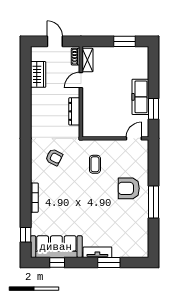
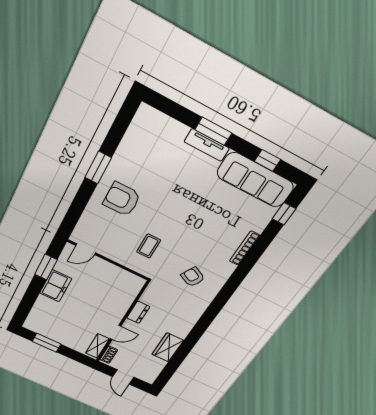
wardrobe: (38, 74) -> (168, 347), moved
freezer: (140, 97) -> (56, 286), width x0.71
dresser: (74, 111) -> (138, 312), width x0.70
armchair: (129, 188) -> (122, 199), turned 180
window: (153, 202) -> (98, 168), width x0.69
window: (109, 263) -> (213, 131), moved

